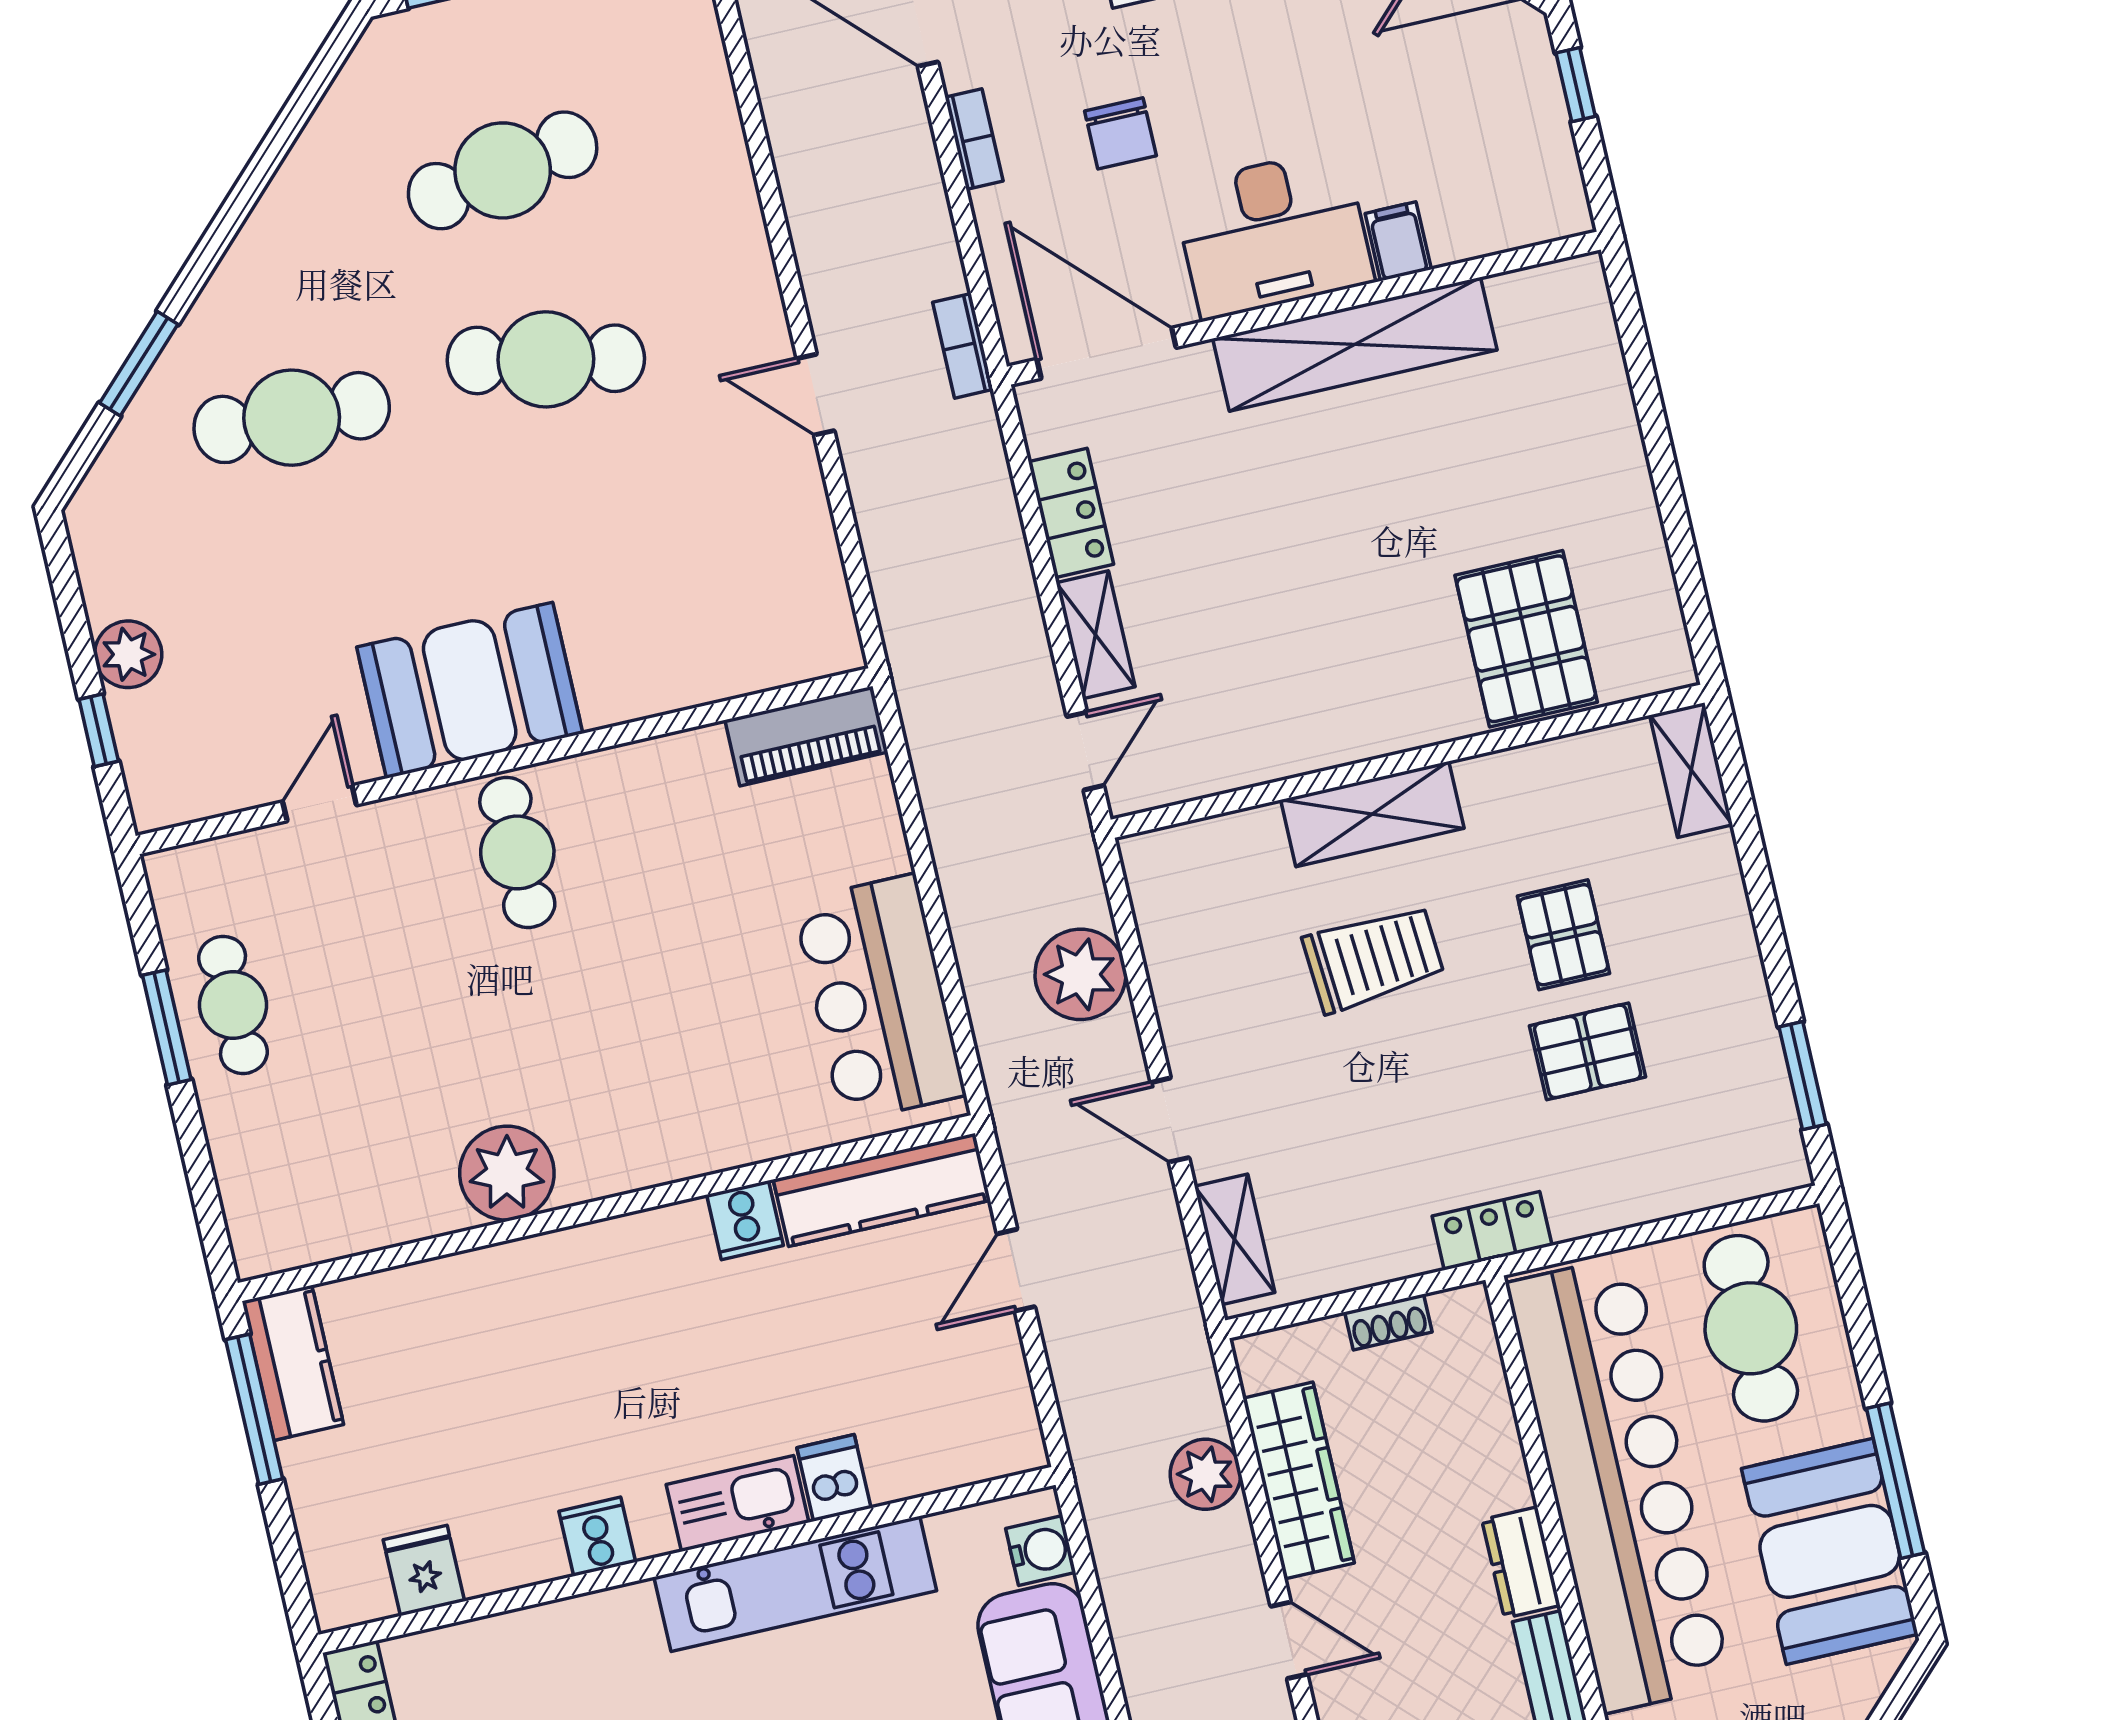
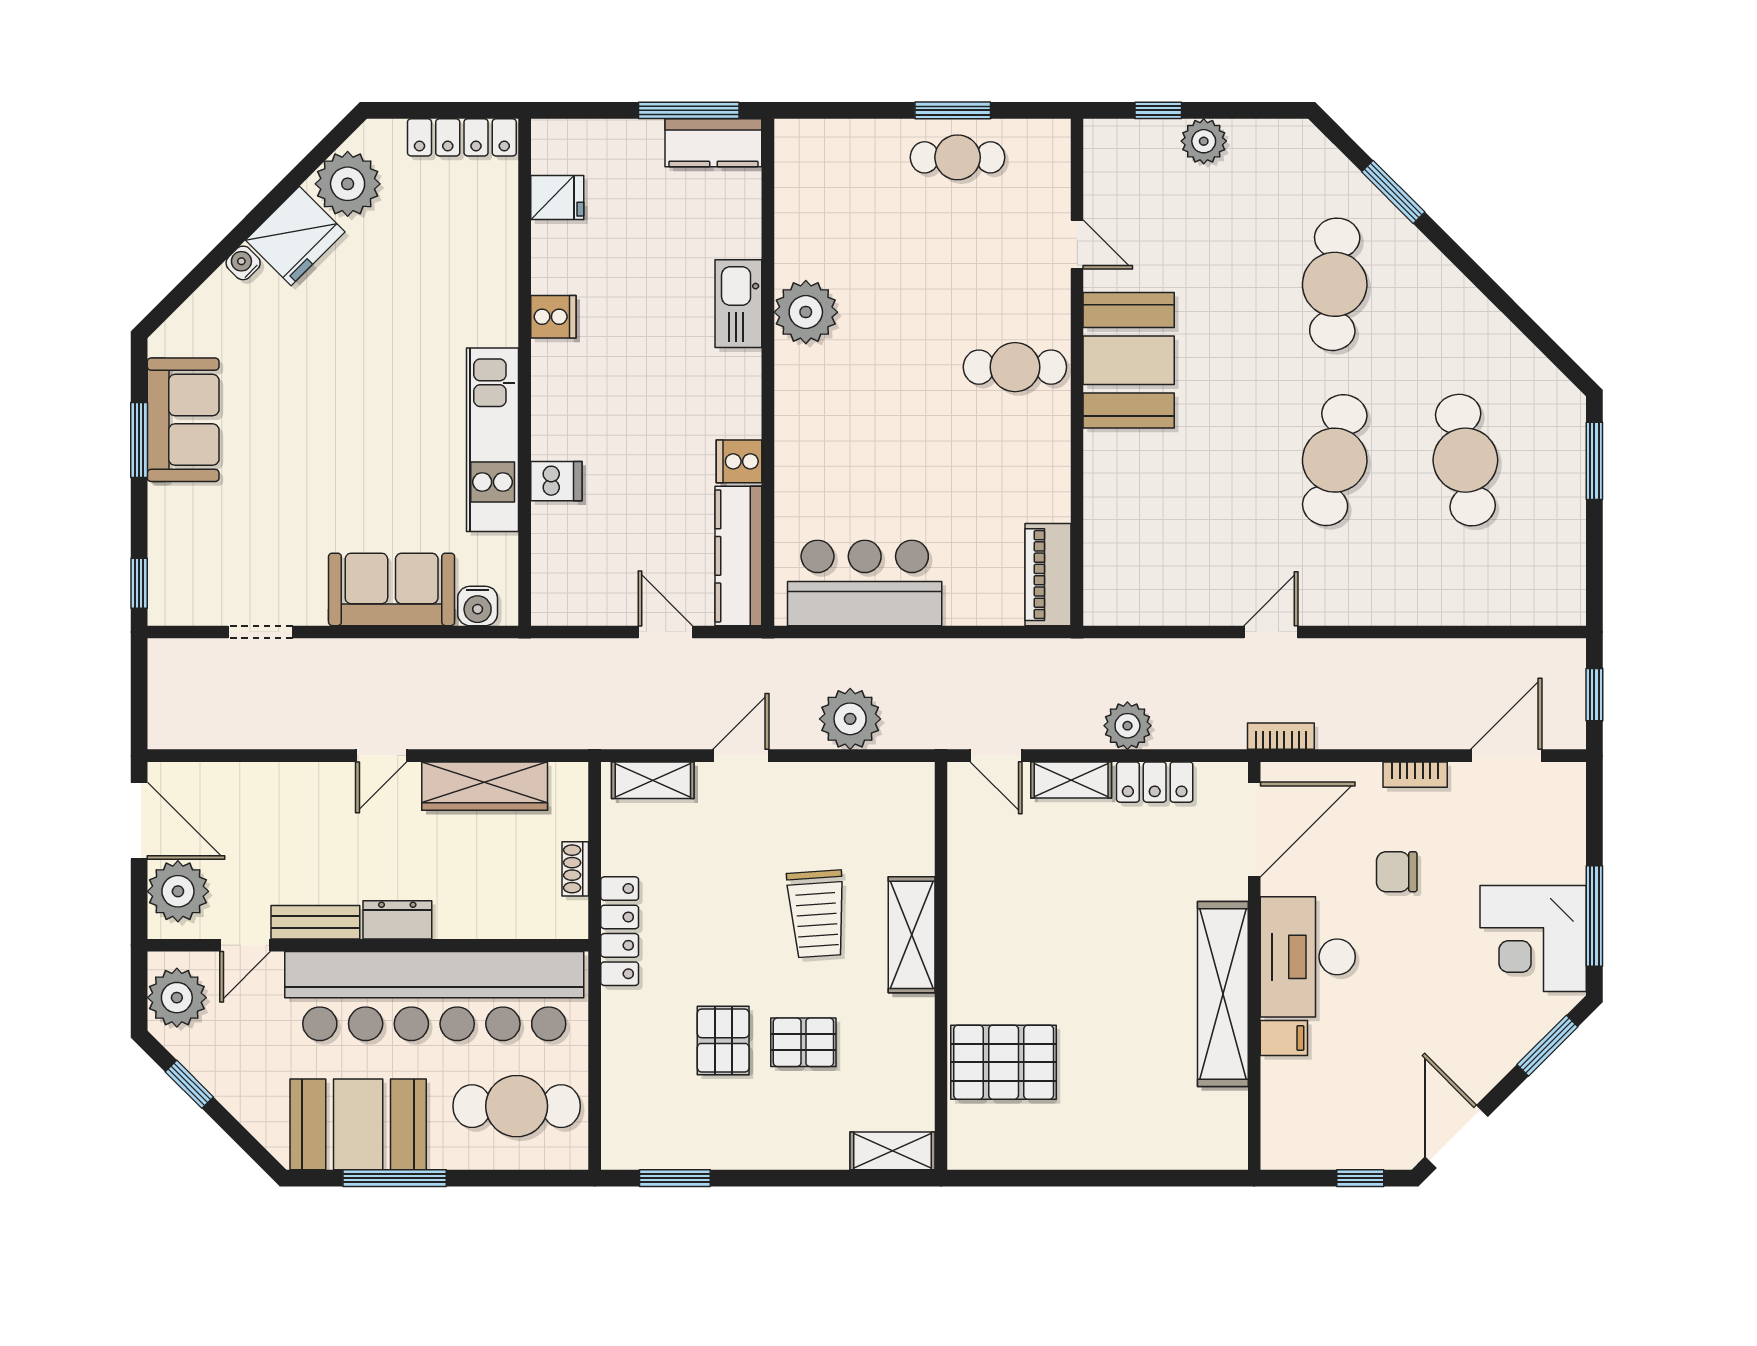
locker: (1492, 1231) -> (620, 931), width x1.53
plant: (1205, 1474) -> (1127, 726), moved
kitchen sink: (738, 1503) -> (738, 304), moved, turned 180

